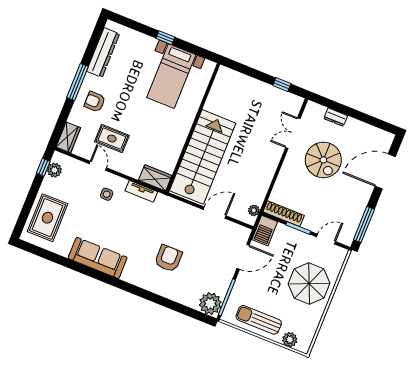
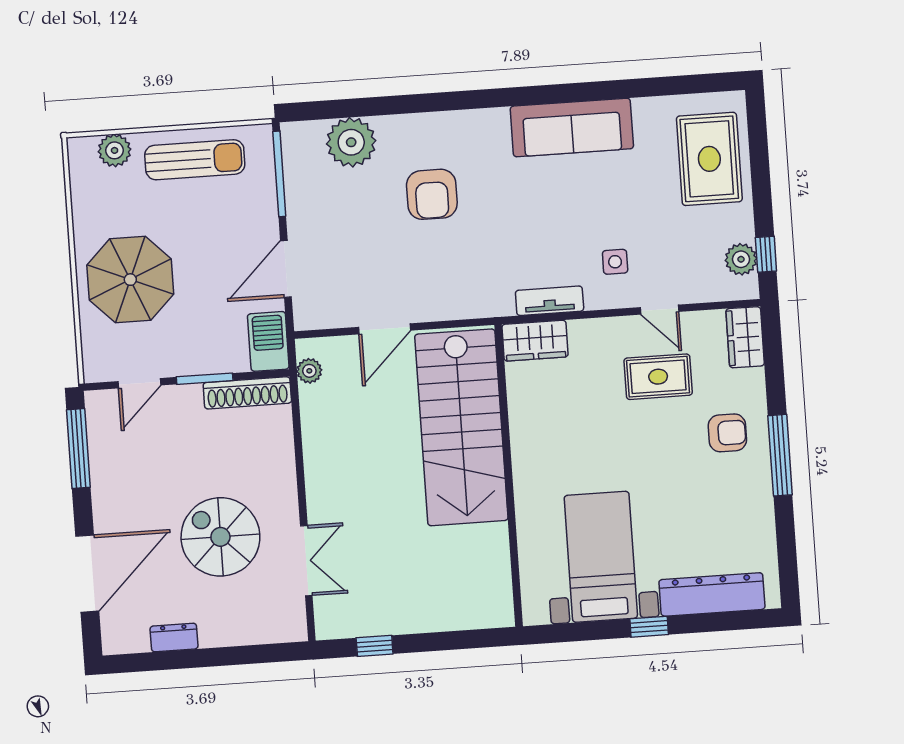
dresser: (103, 52) -> (712, 594), moved, turned 90
dresser: (336, 117) -> (174, 638), moved
plant: (210, 304) -> (351, 142), moved

